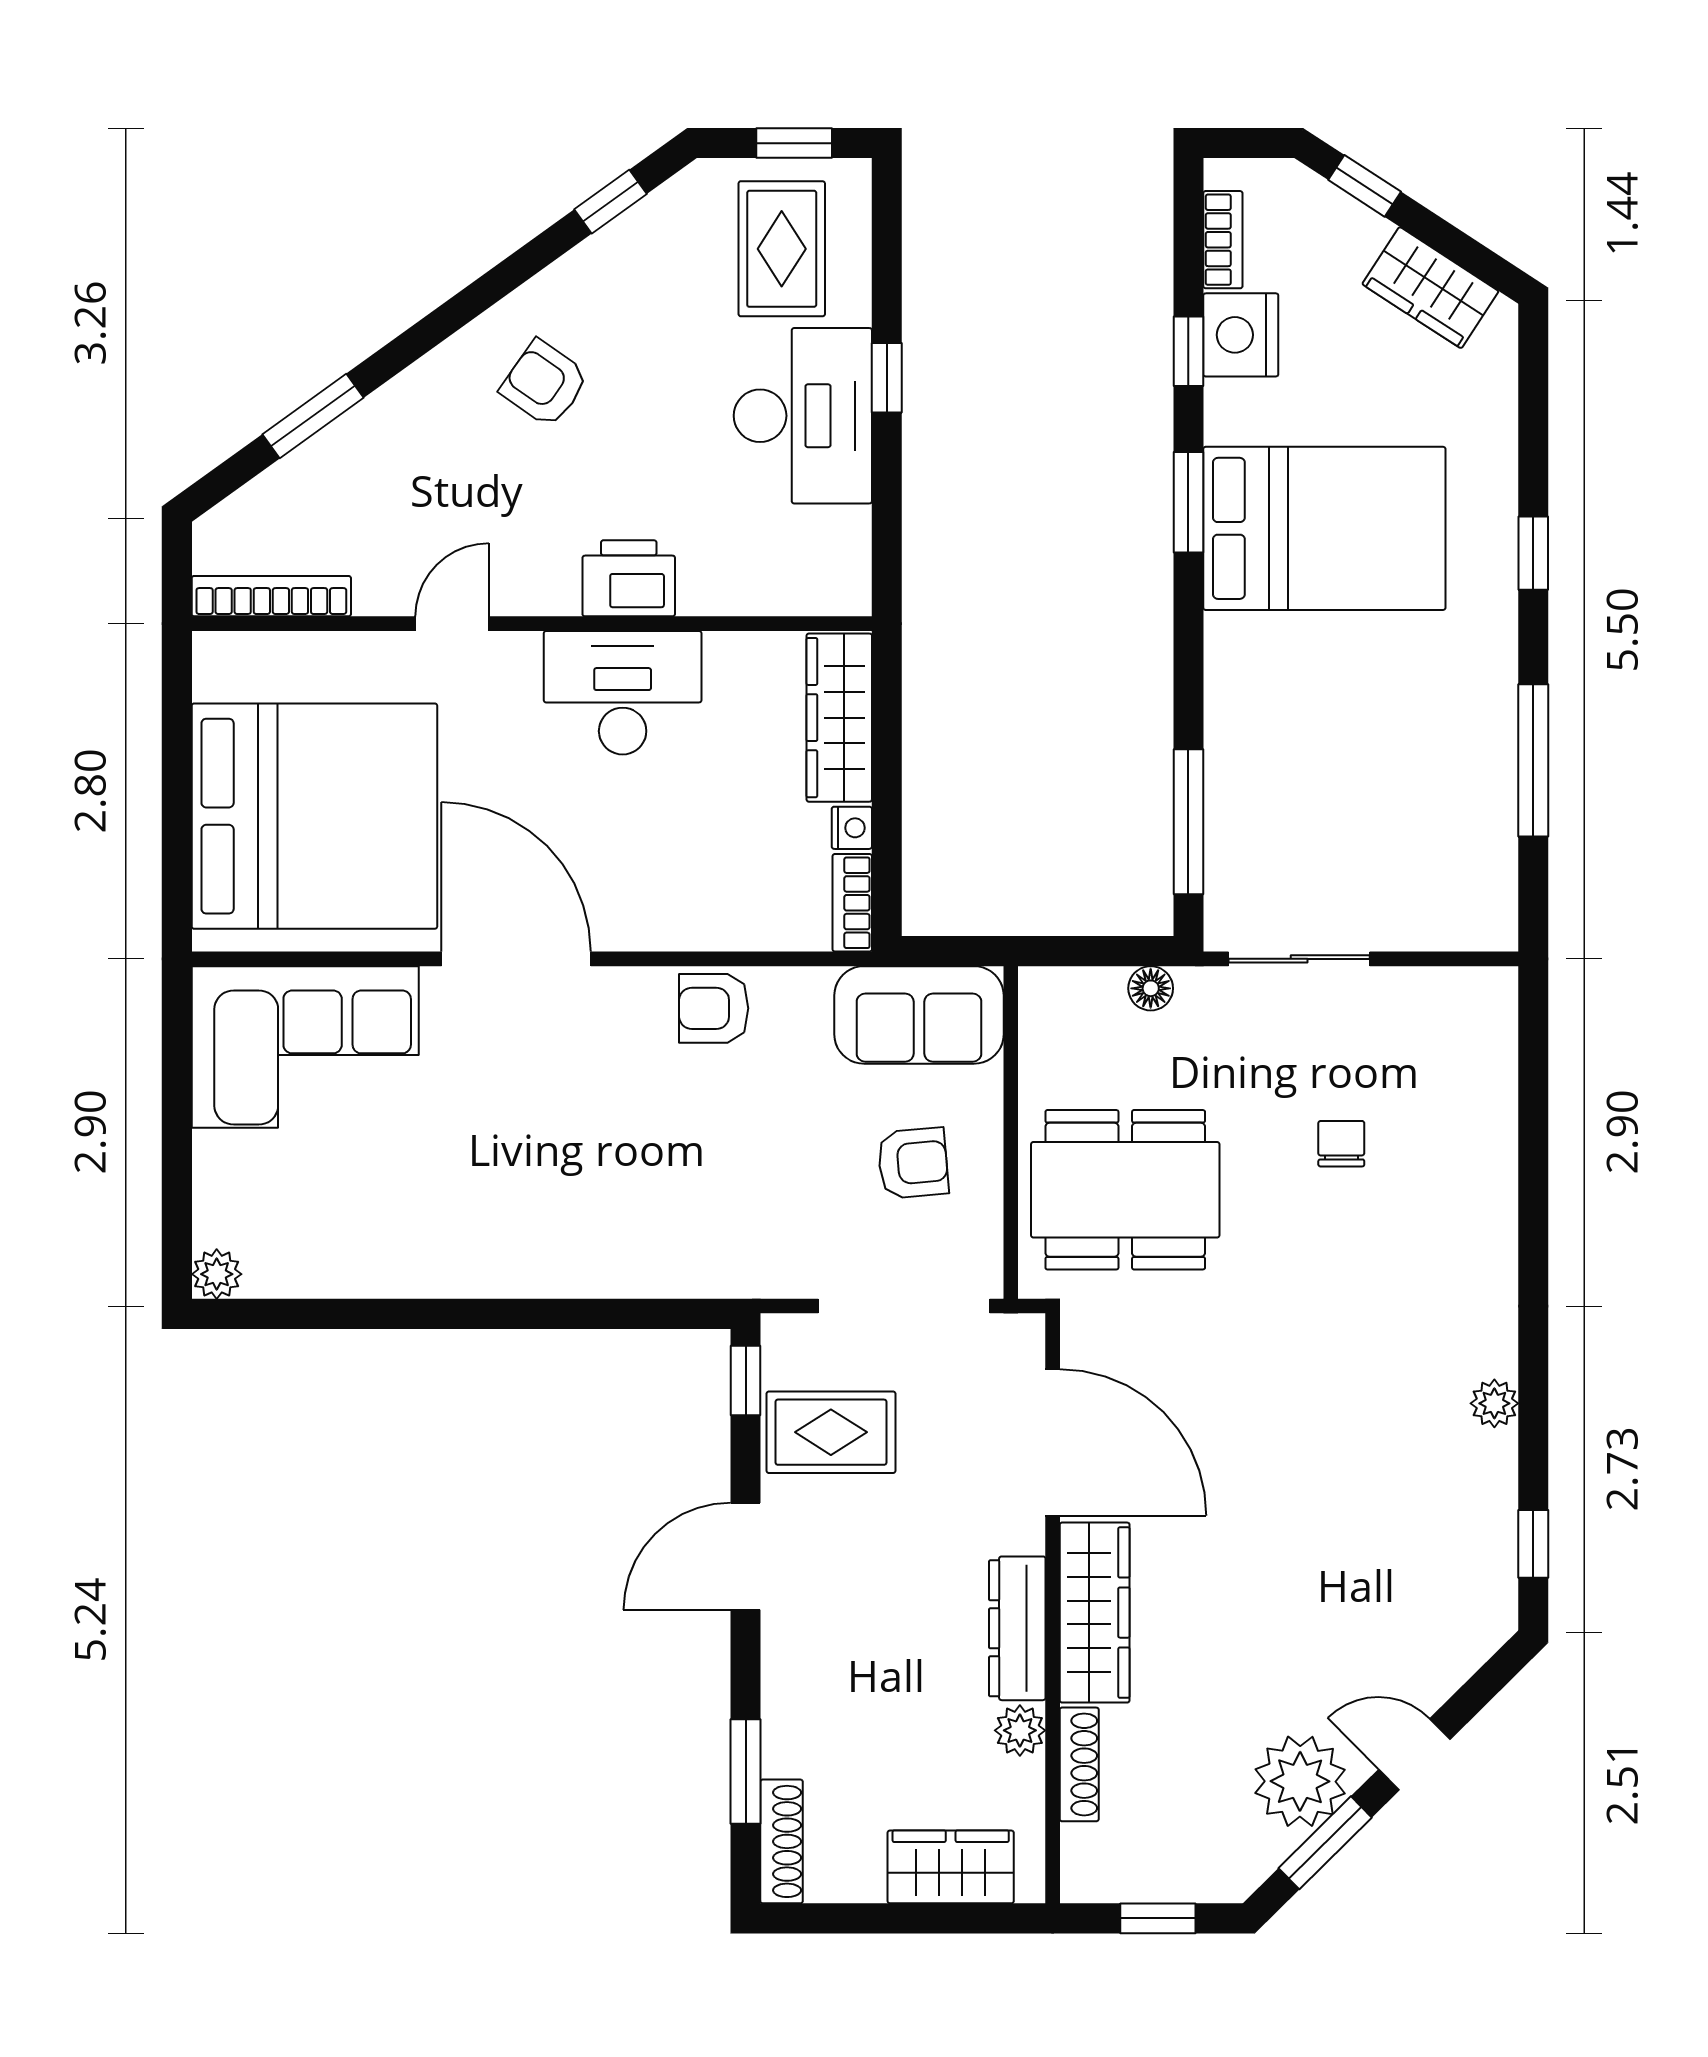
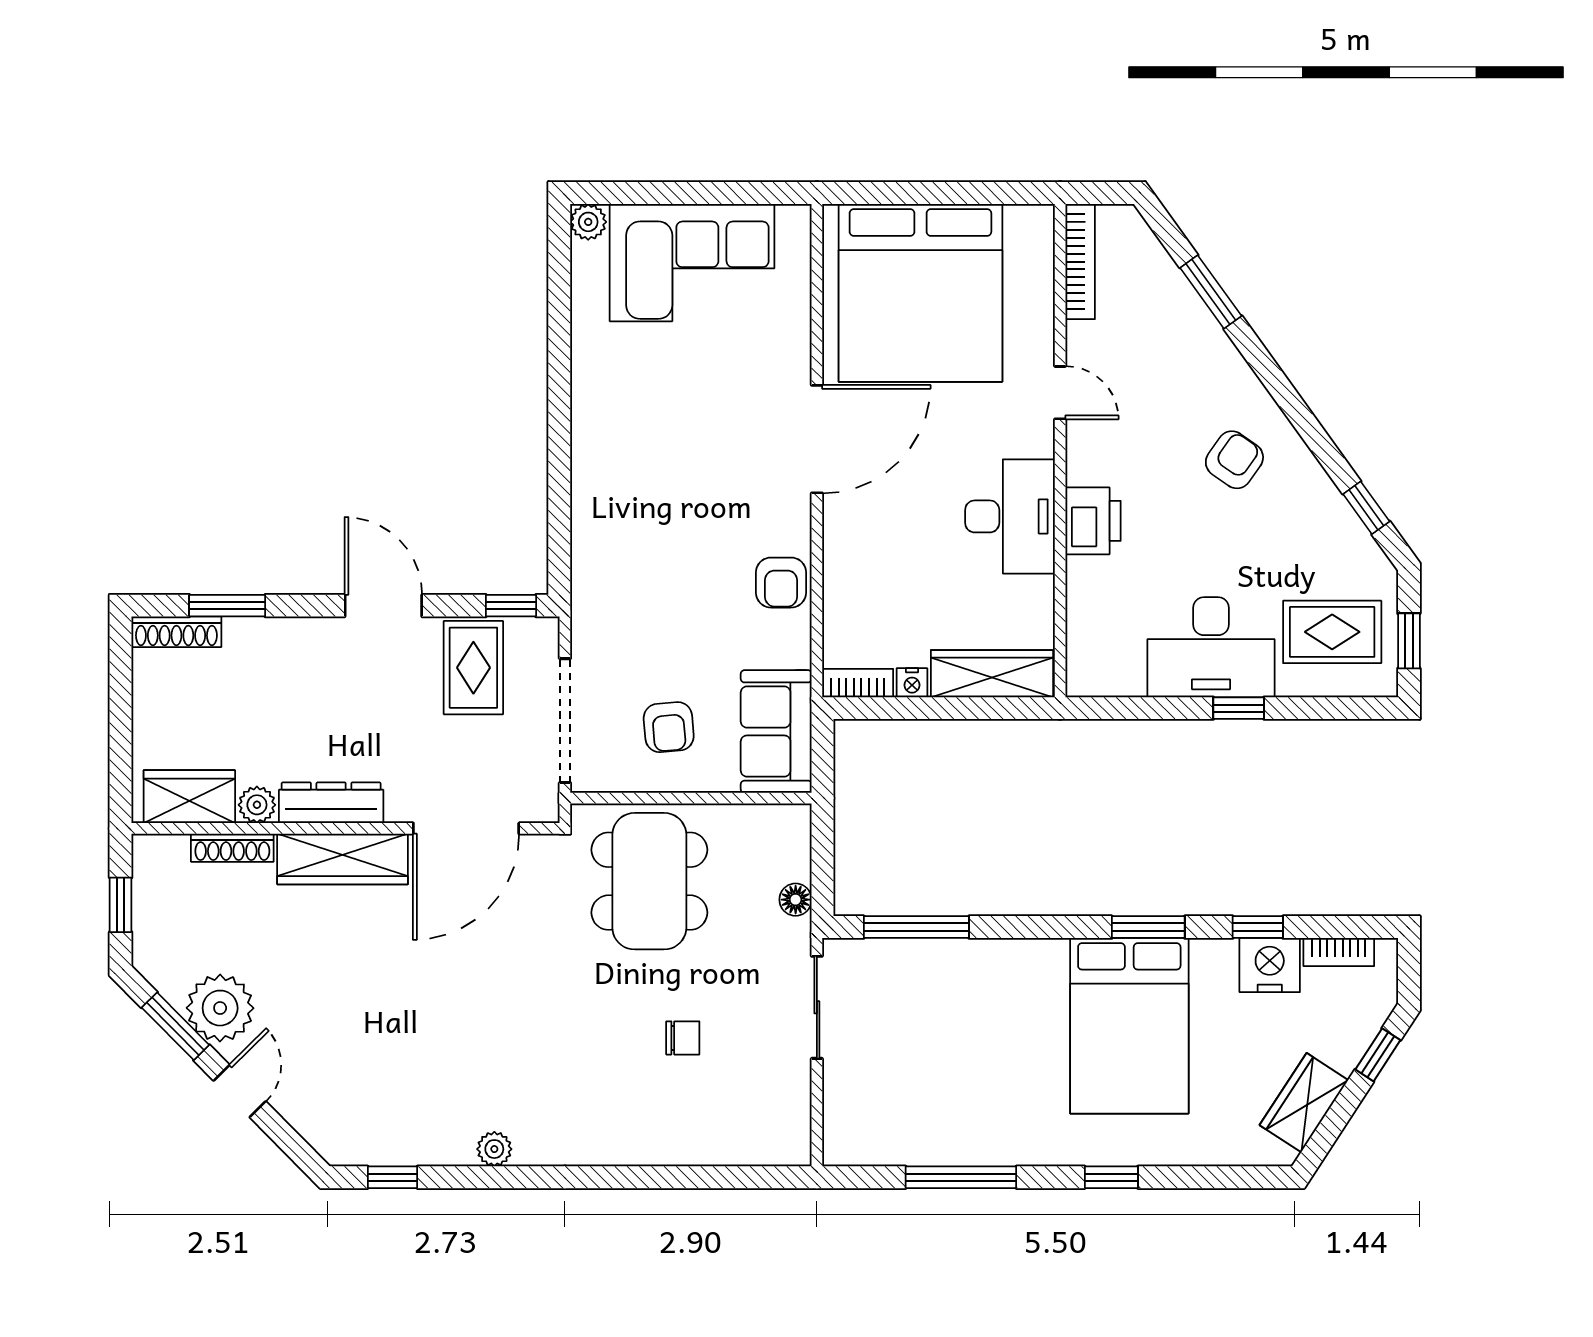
armchair: (714, 1008) -> (781, 583), turned 180
corner sofa: (305, 1047) -> (692, 263), moved, turned -90
wardrobe: (951, 1867) -> (189, 797), moved, turned -90

